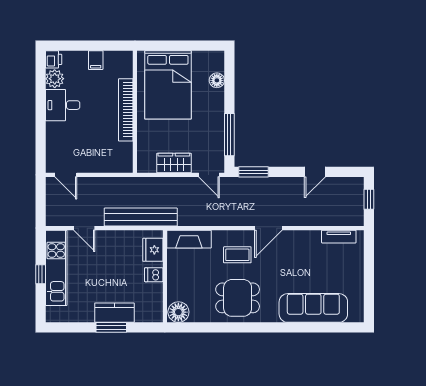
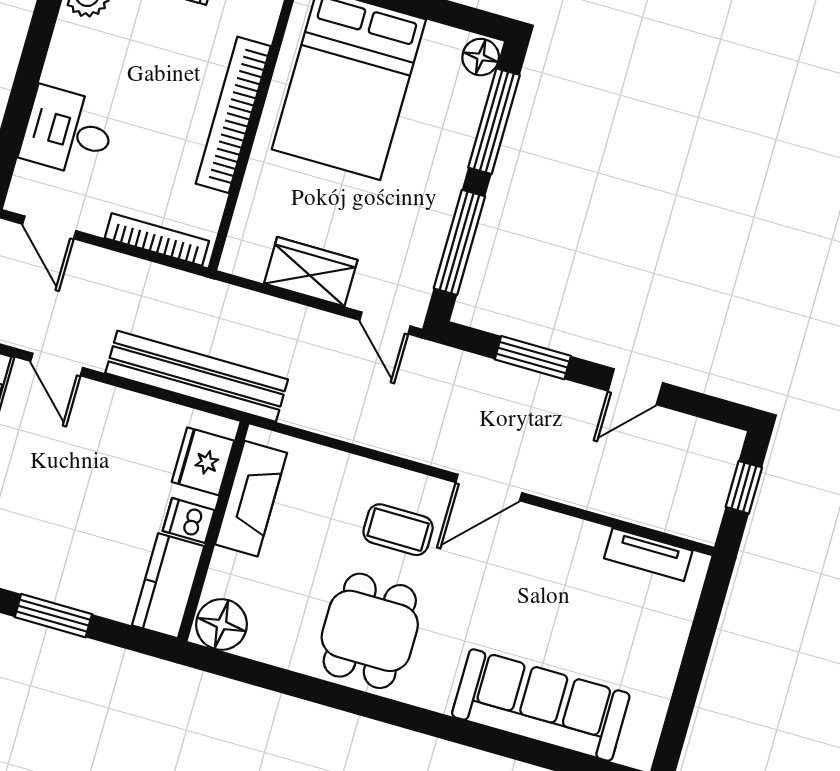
floor lamp: (217, 80) -> (481, 57), moved
window: (229, 83) -> (494, 121), added
desk: (63, 105) -> (68, 132), moved
bookcase: (110, 168) -> (157, 240), added
window: (253, 172) -> (533, 358), moved
fireplace: (189, 239) -> (251, 499), moved, turned -90
dining table: (238, 298) -> (370, 631), turned 90
kitchen counter: (114, 313) -> (168, 586), moved, turned -90

